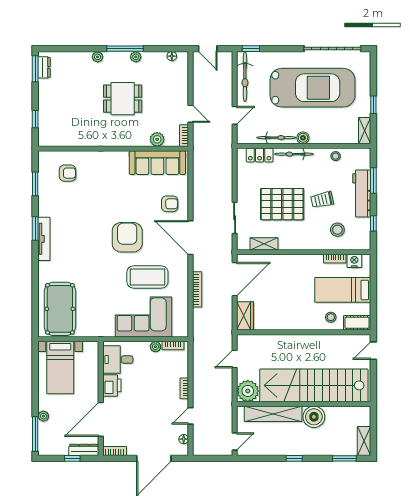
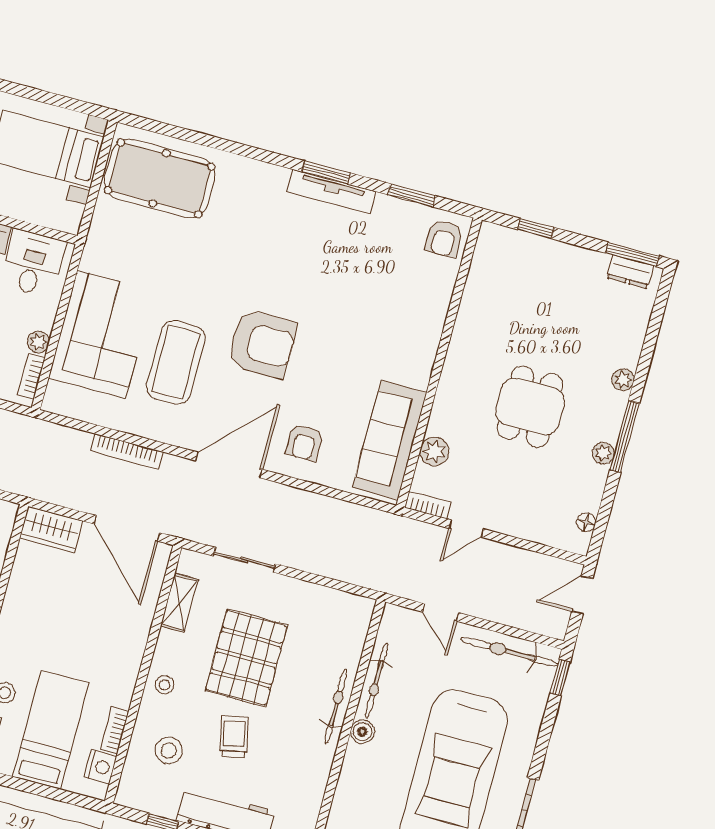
locker: (260, 155) -> (352, 640), removed
stool: (336, 156) -> (164, 685), moved
armchair: (68, 173) -> (444, 239), moved
tv unit: (44, 239) -> (332, 192), moved

